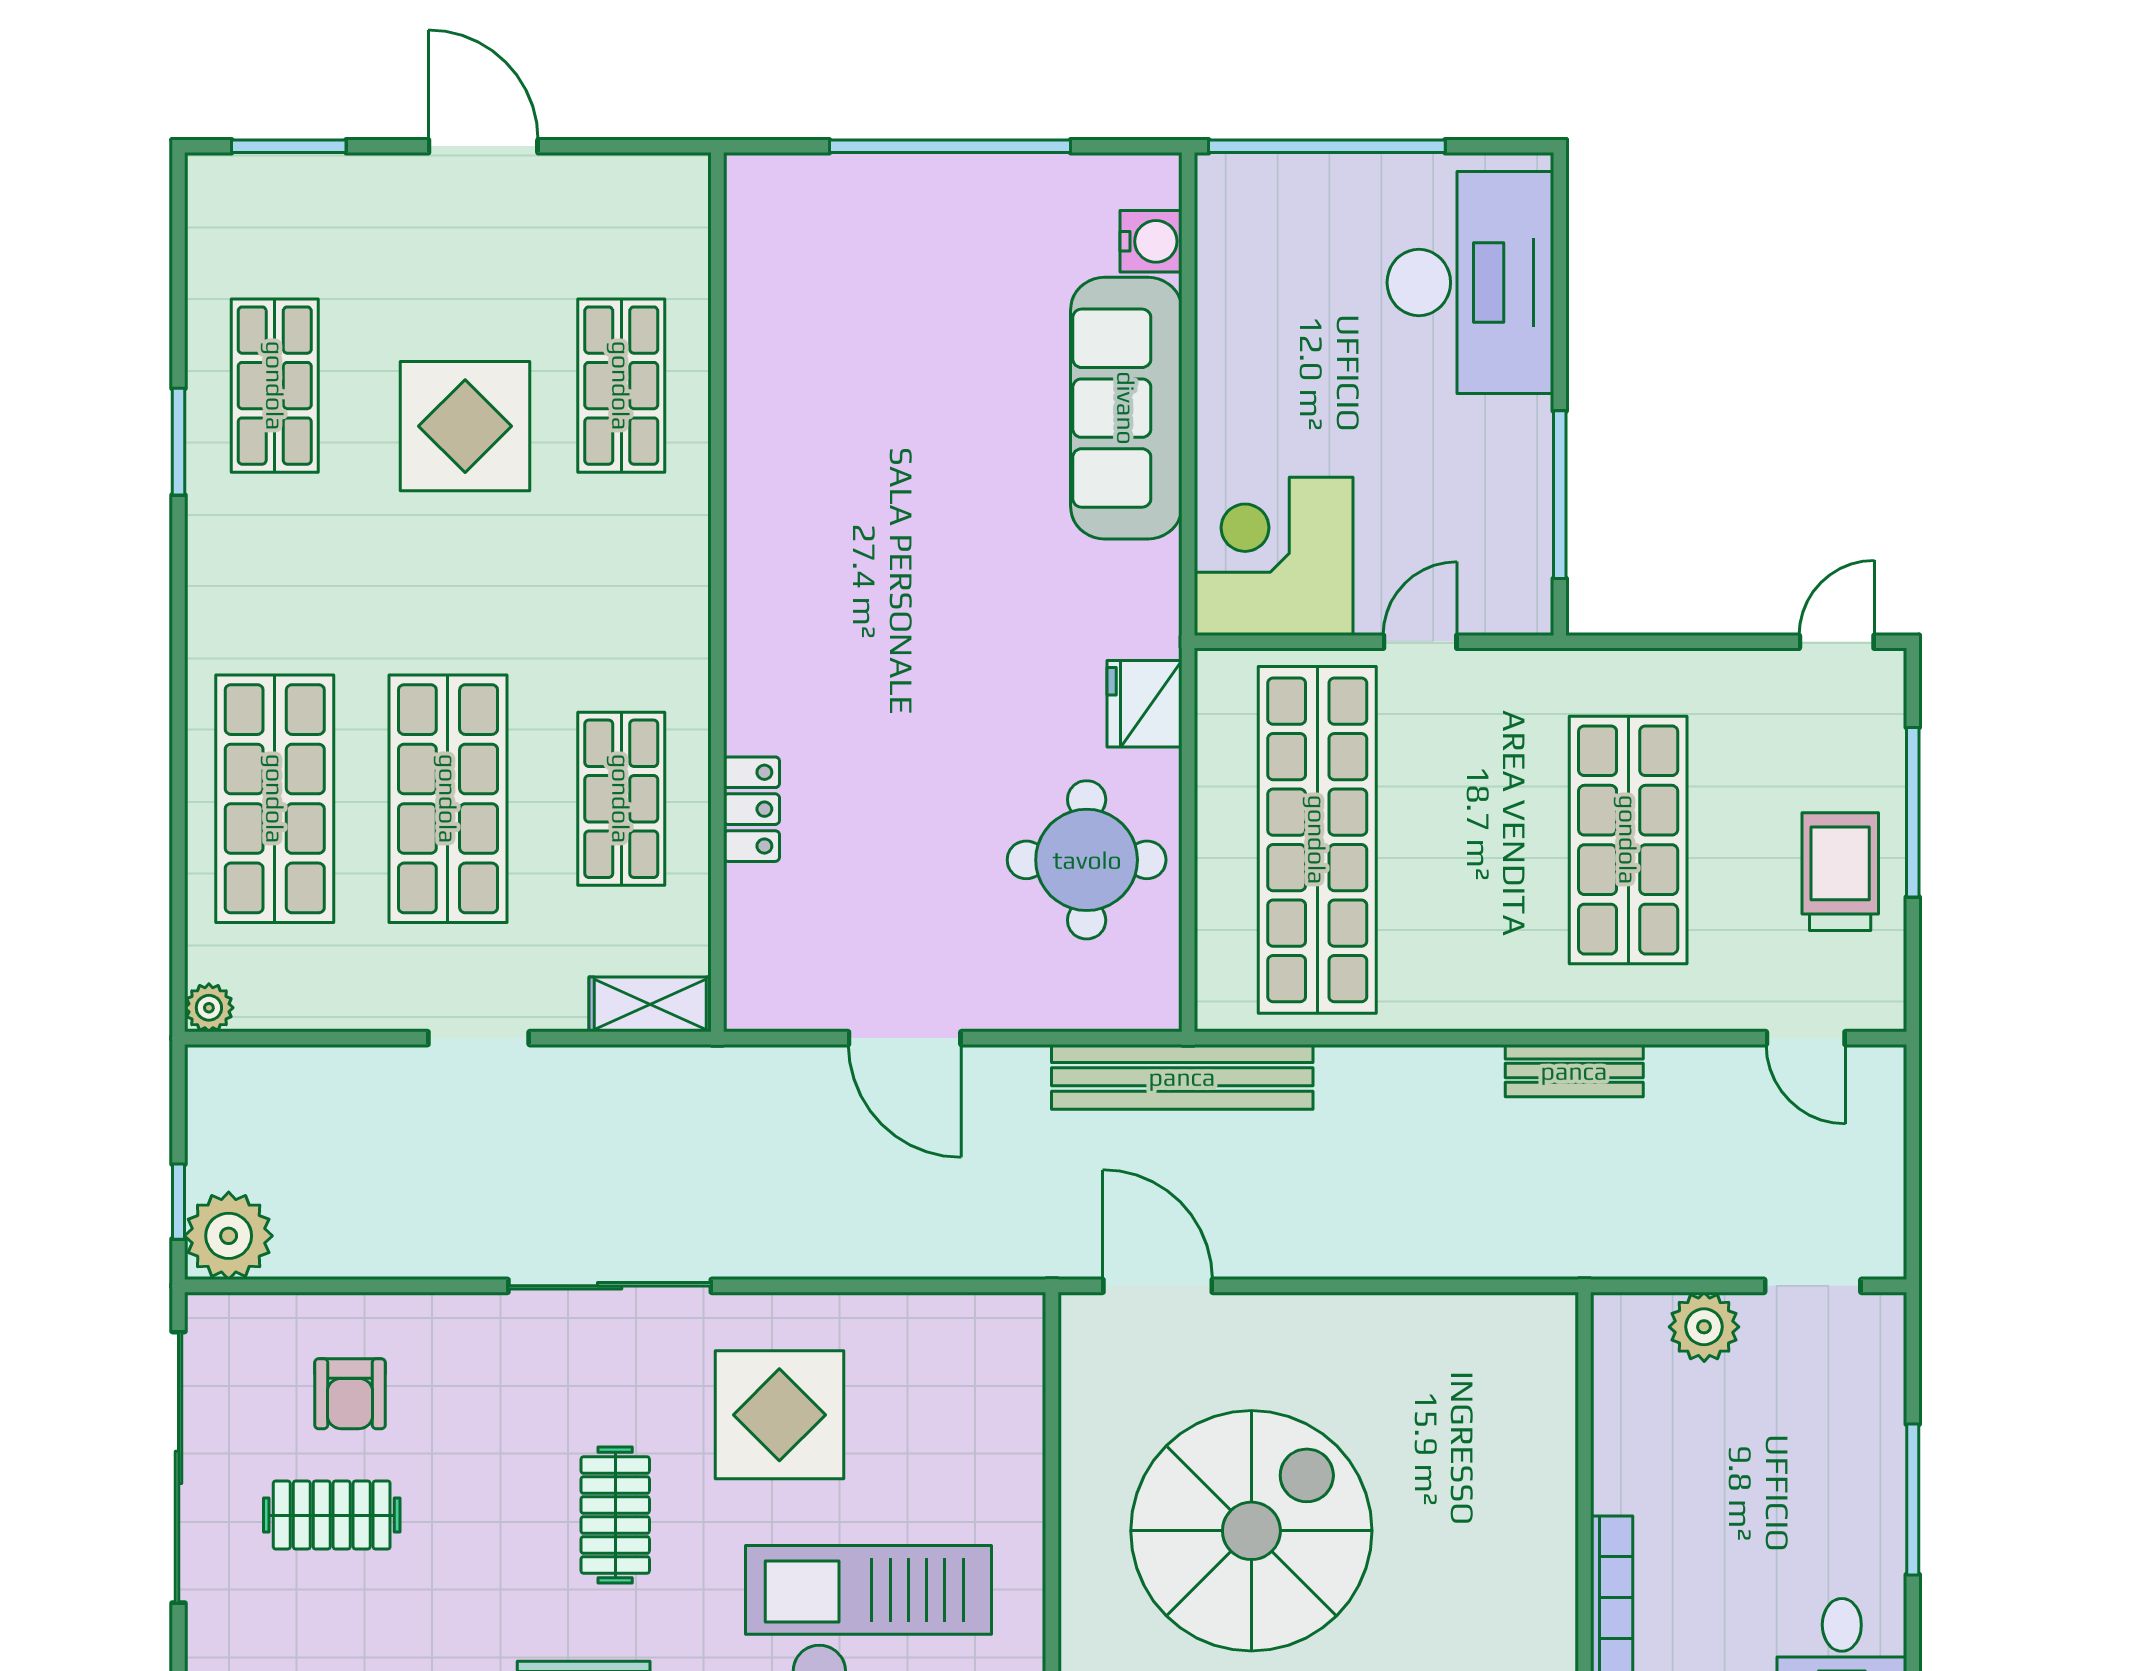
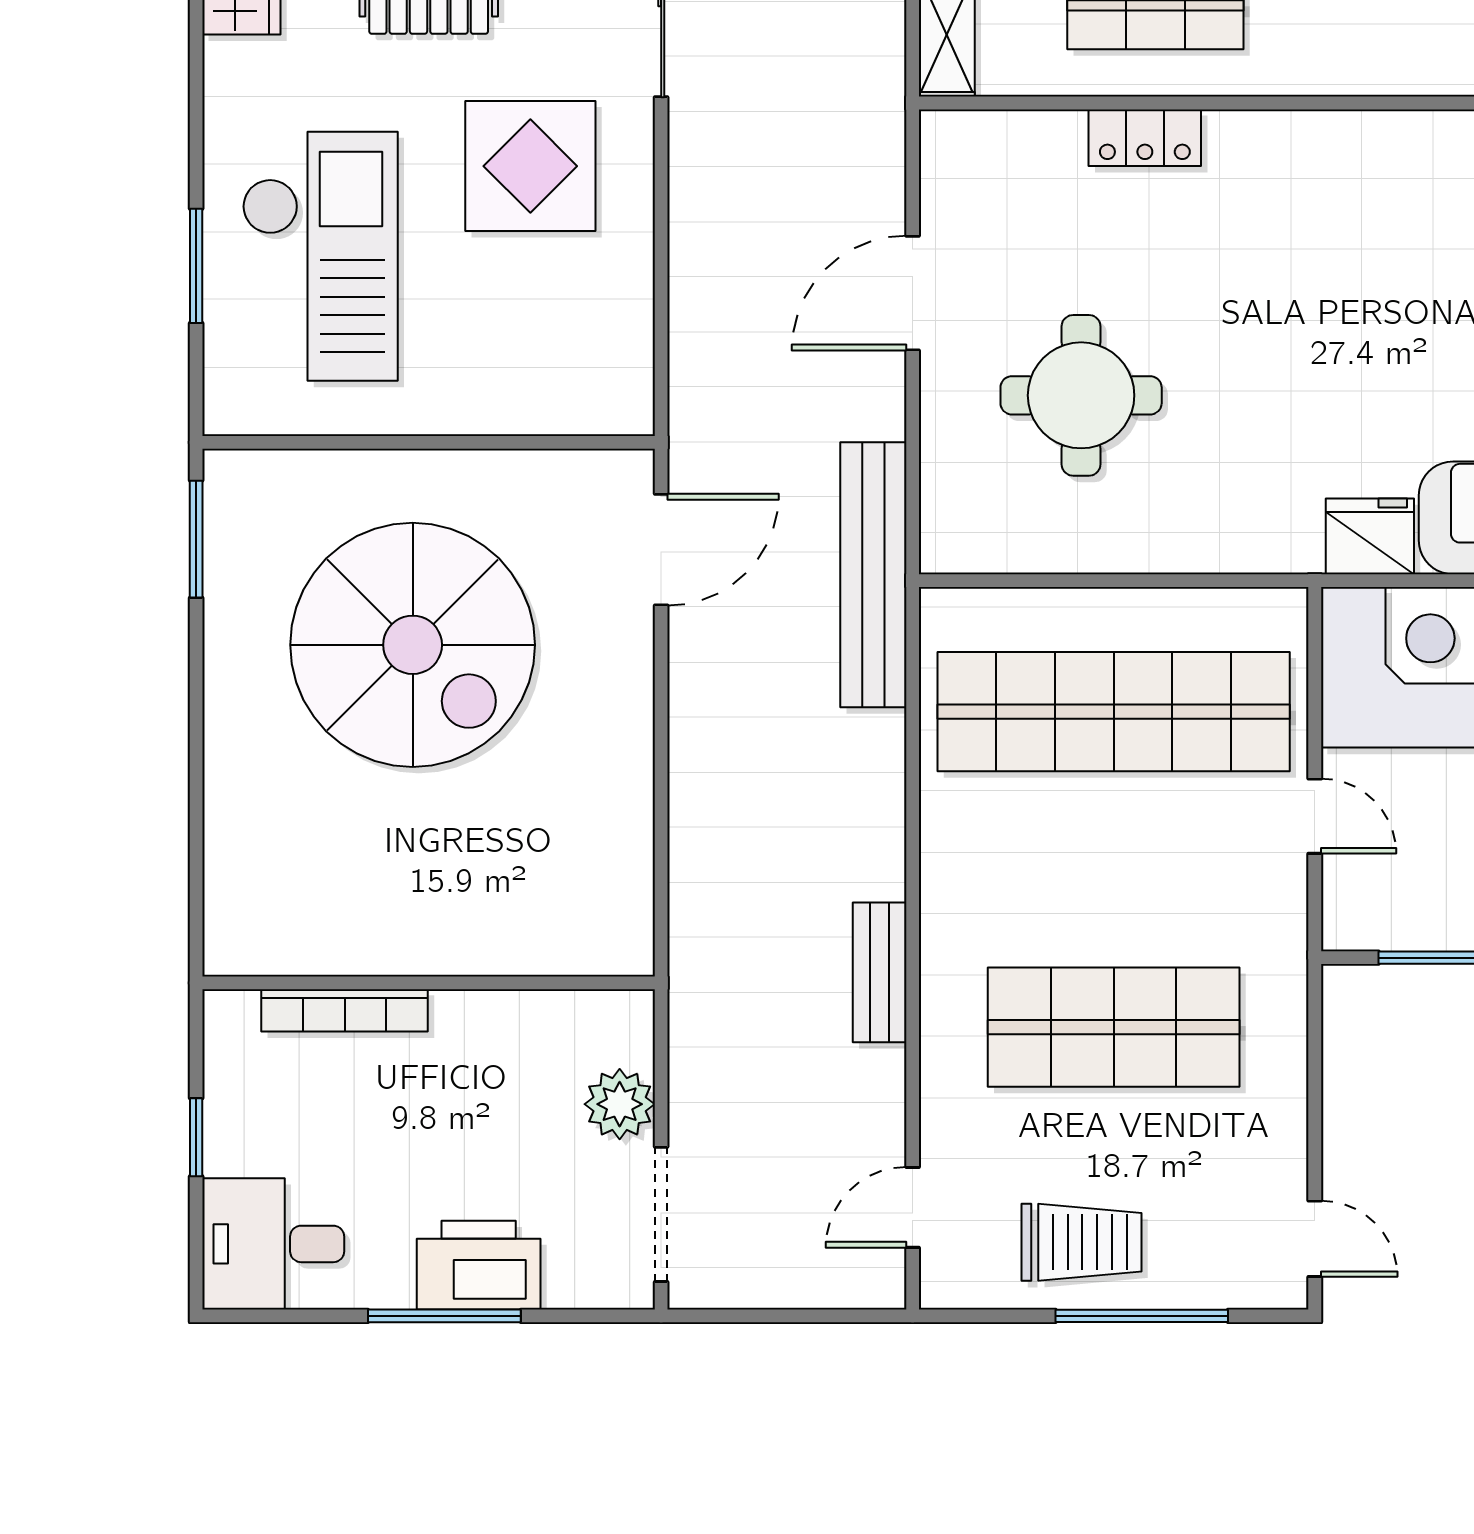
fridge: (1145, 704) -> (1370, 536), moved
round table: (1087, 860) -> (1081, 395), moved
doorway: (1813, 1286) -> (661, 1214), width x1.38
printer: (1863, 1466) -> (479, 1265), added

